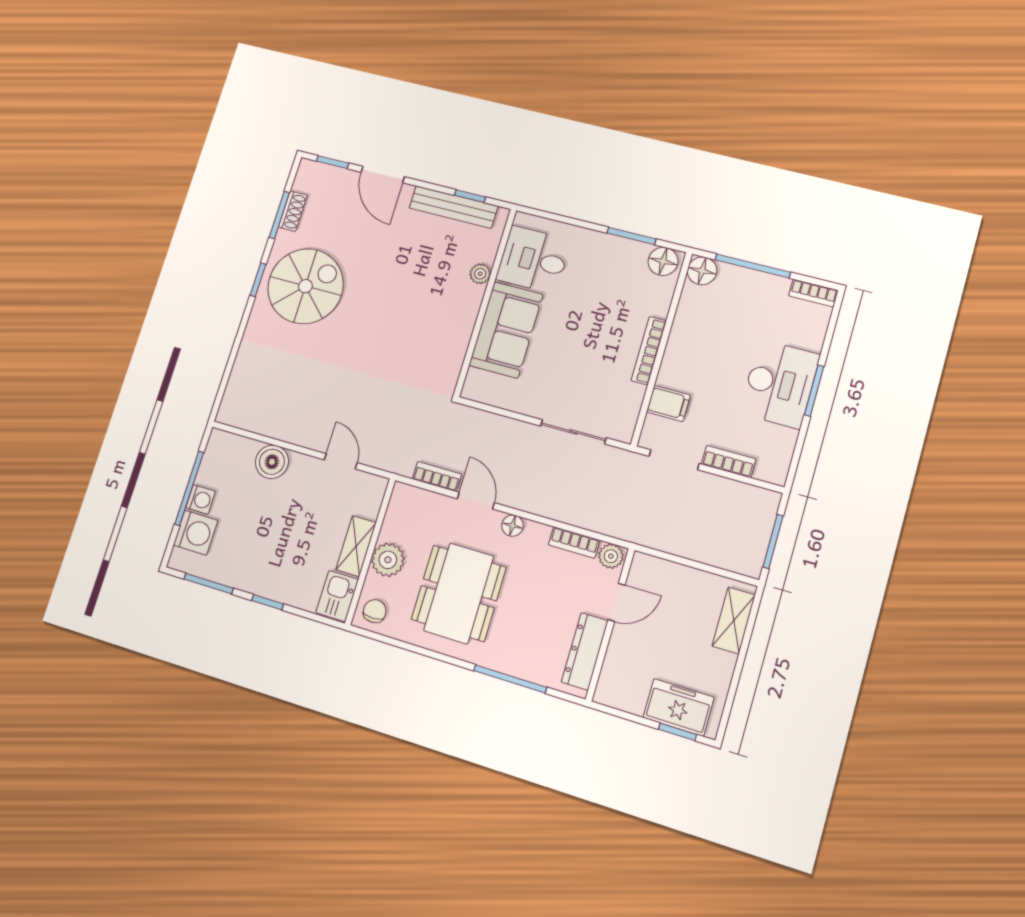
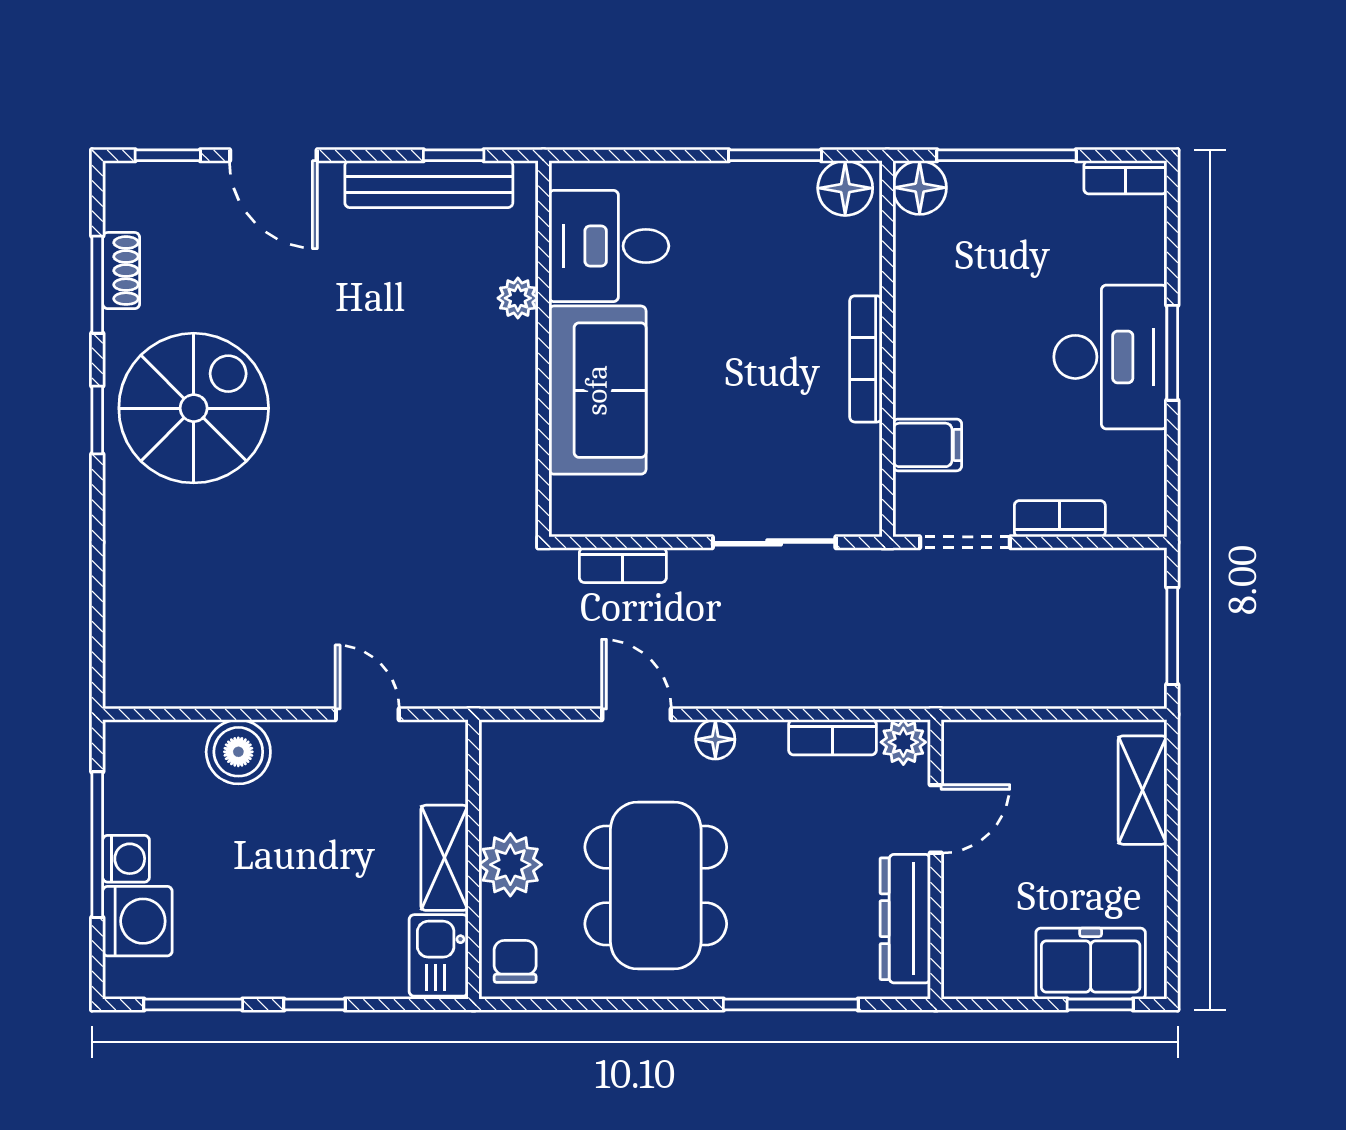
bookcase: (437, 477) -> (623, 565), moved, turned 180

